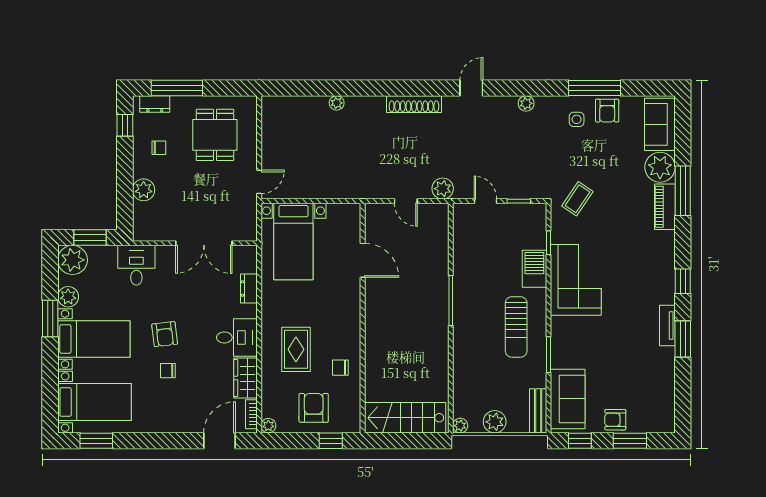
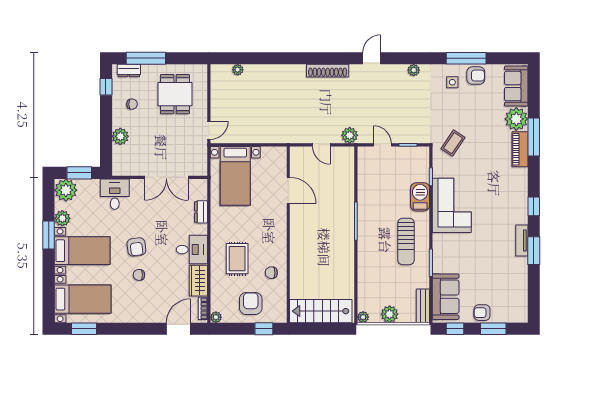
plant: (337, 103) -> (238, 70), moved
armchair: (607, 111) -> (476, 76), turned -90

